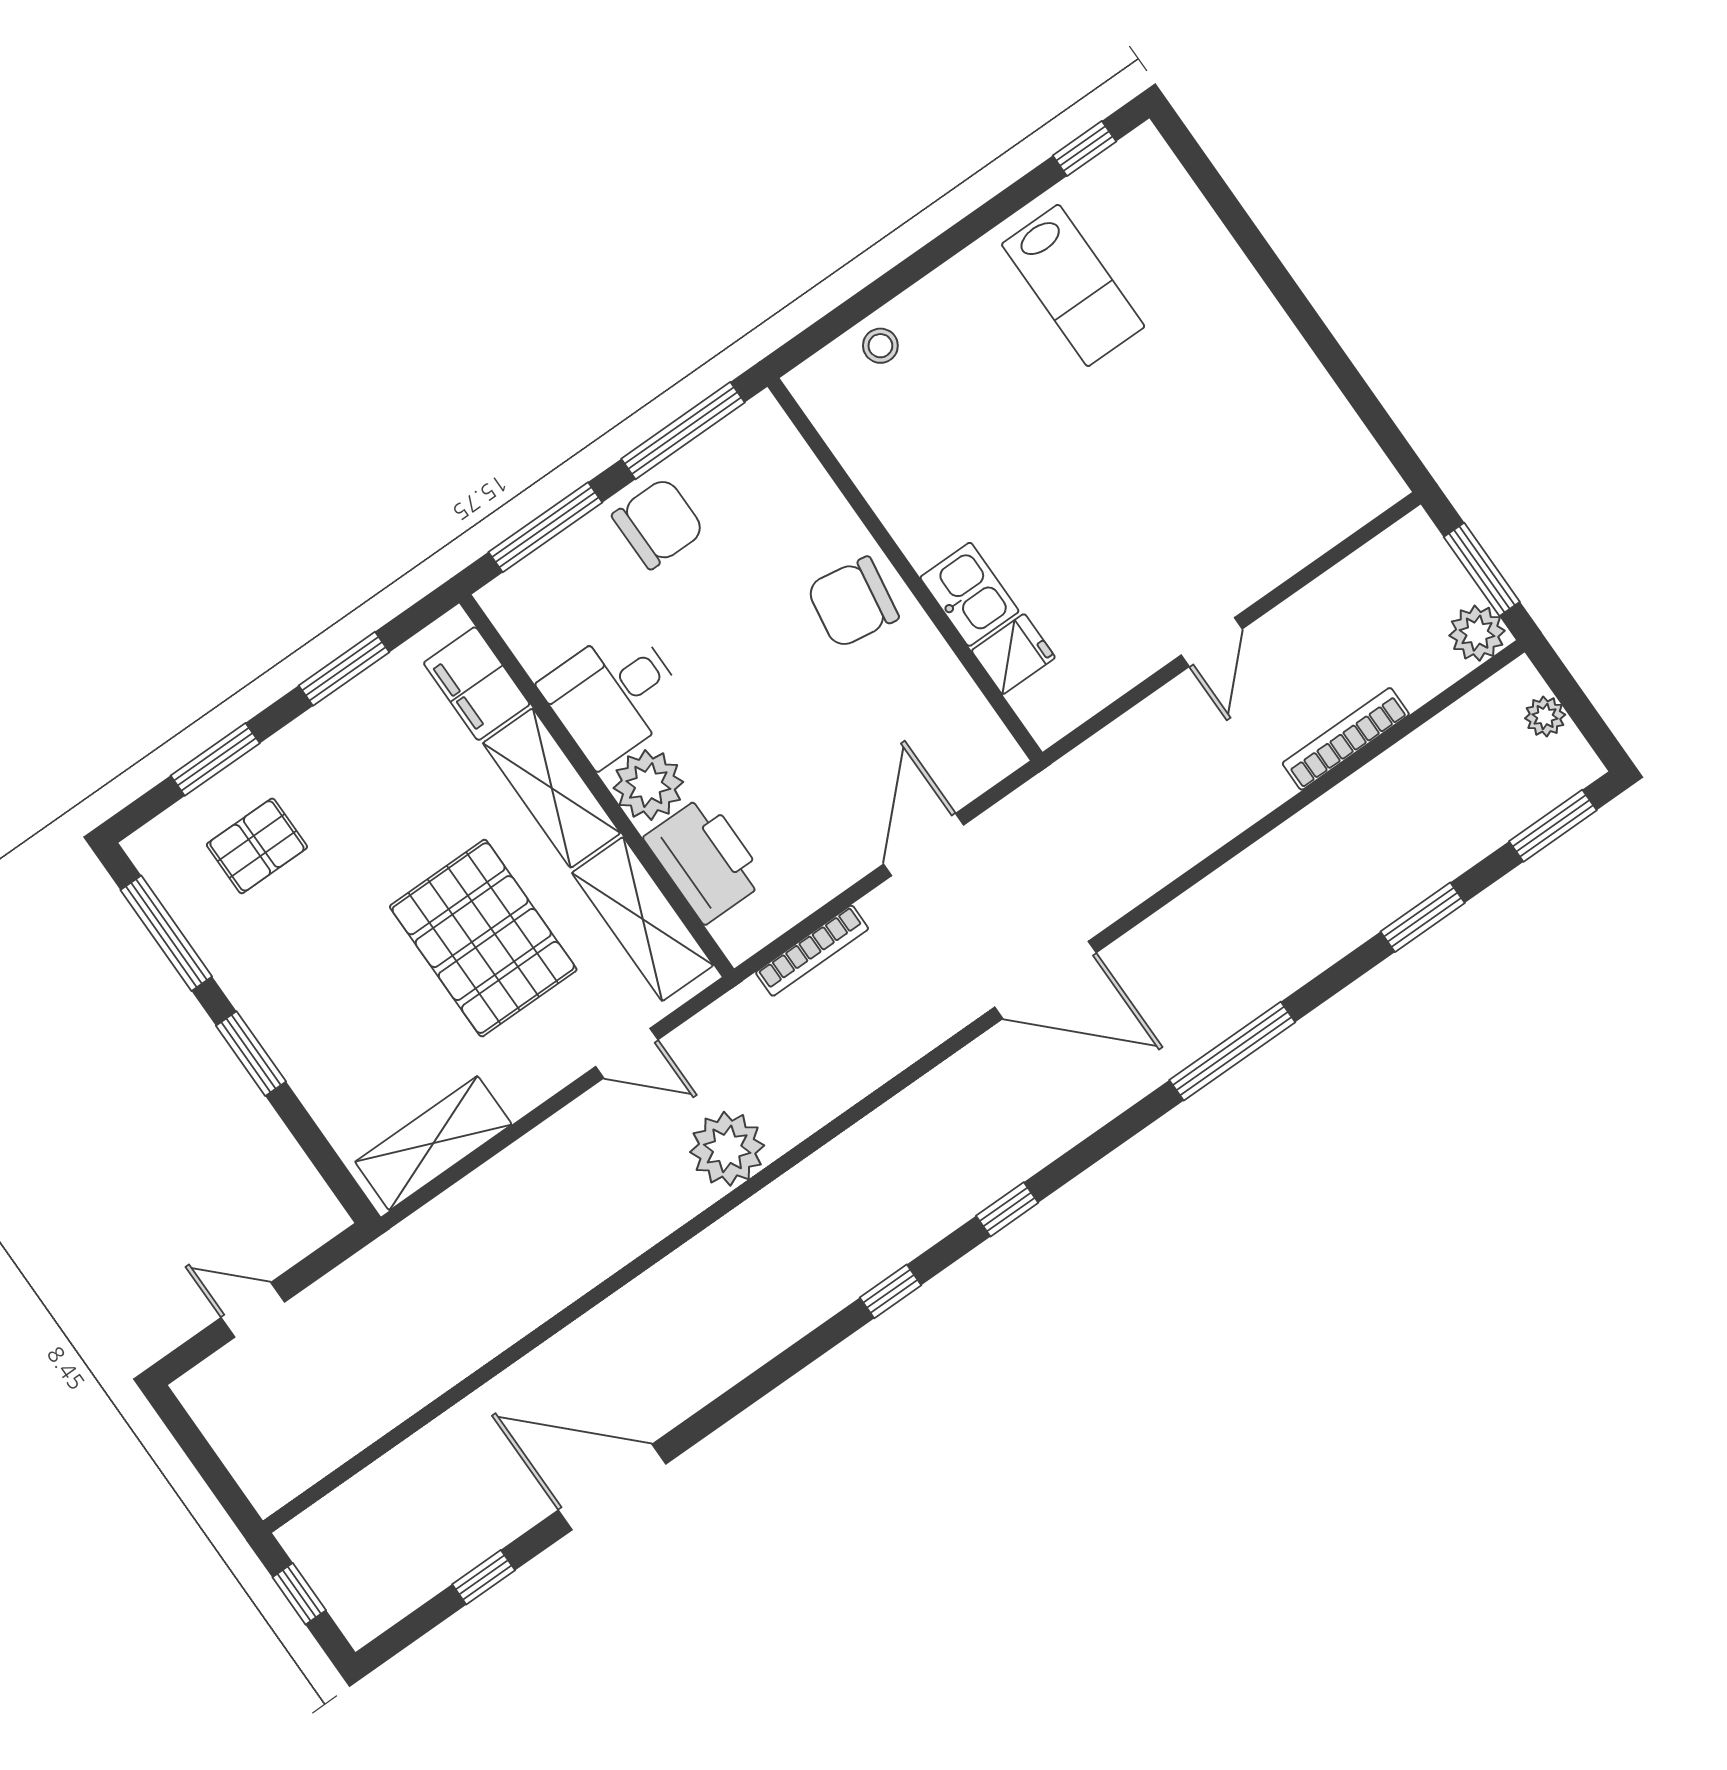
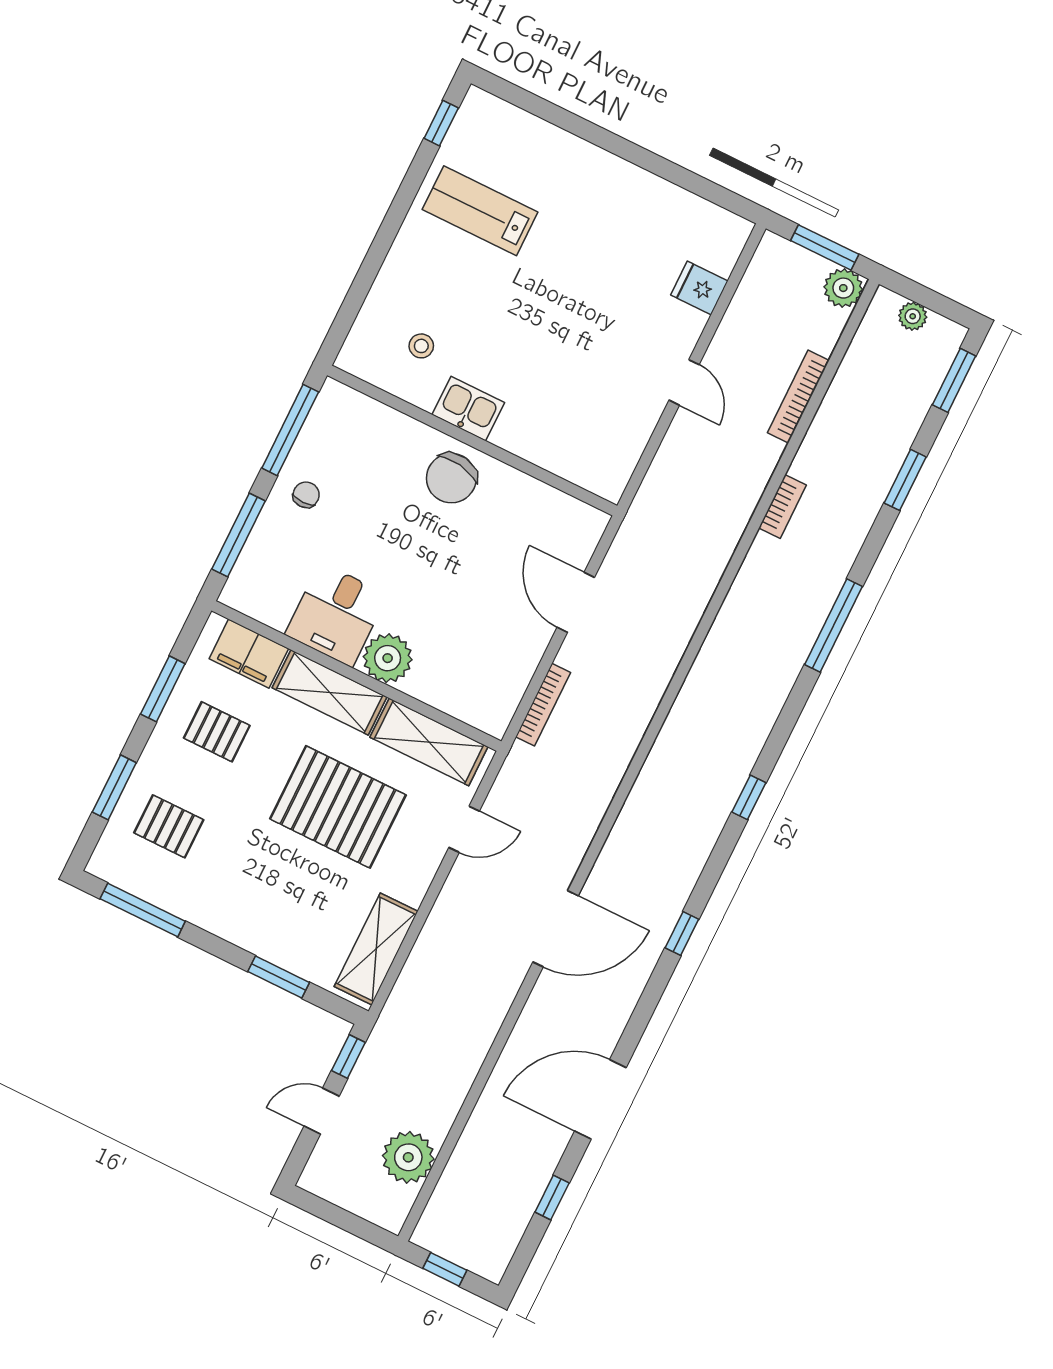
lab bench: (1073, 285) -> (480, 211), turned 180
stool: (880, 346) -> (421, 346), moved
chair: (658, 523) -> (306, 495), width x0.54, depth x0.54
kitchen sink: (970, 594) -> (468, 409), moved
fridge: (1013, 654) -> (699, 288), moved, turned -90
pallet: (383, 760) -> (217, 732), added
pallet: (257, 846) -> (169, 826), turned 90
printer: (705, 859) -> (447, 685), removed
bookcase: (1250, 866) -> (783, 506), added
door: (1045, 980) -> (556, 929), moved
window: (251, 1054) -> (279, 977), moved
plant: (727, 1149) -> (408, 1157), moved
window: (324, 1259) -> (348, 1056), added
window: (890, 1291) -> (682, 934), moved

